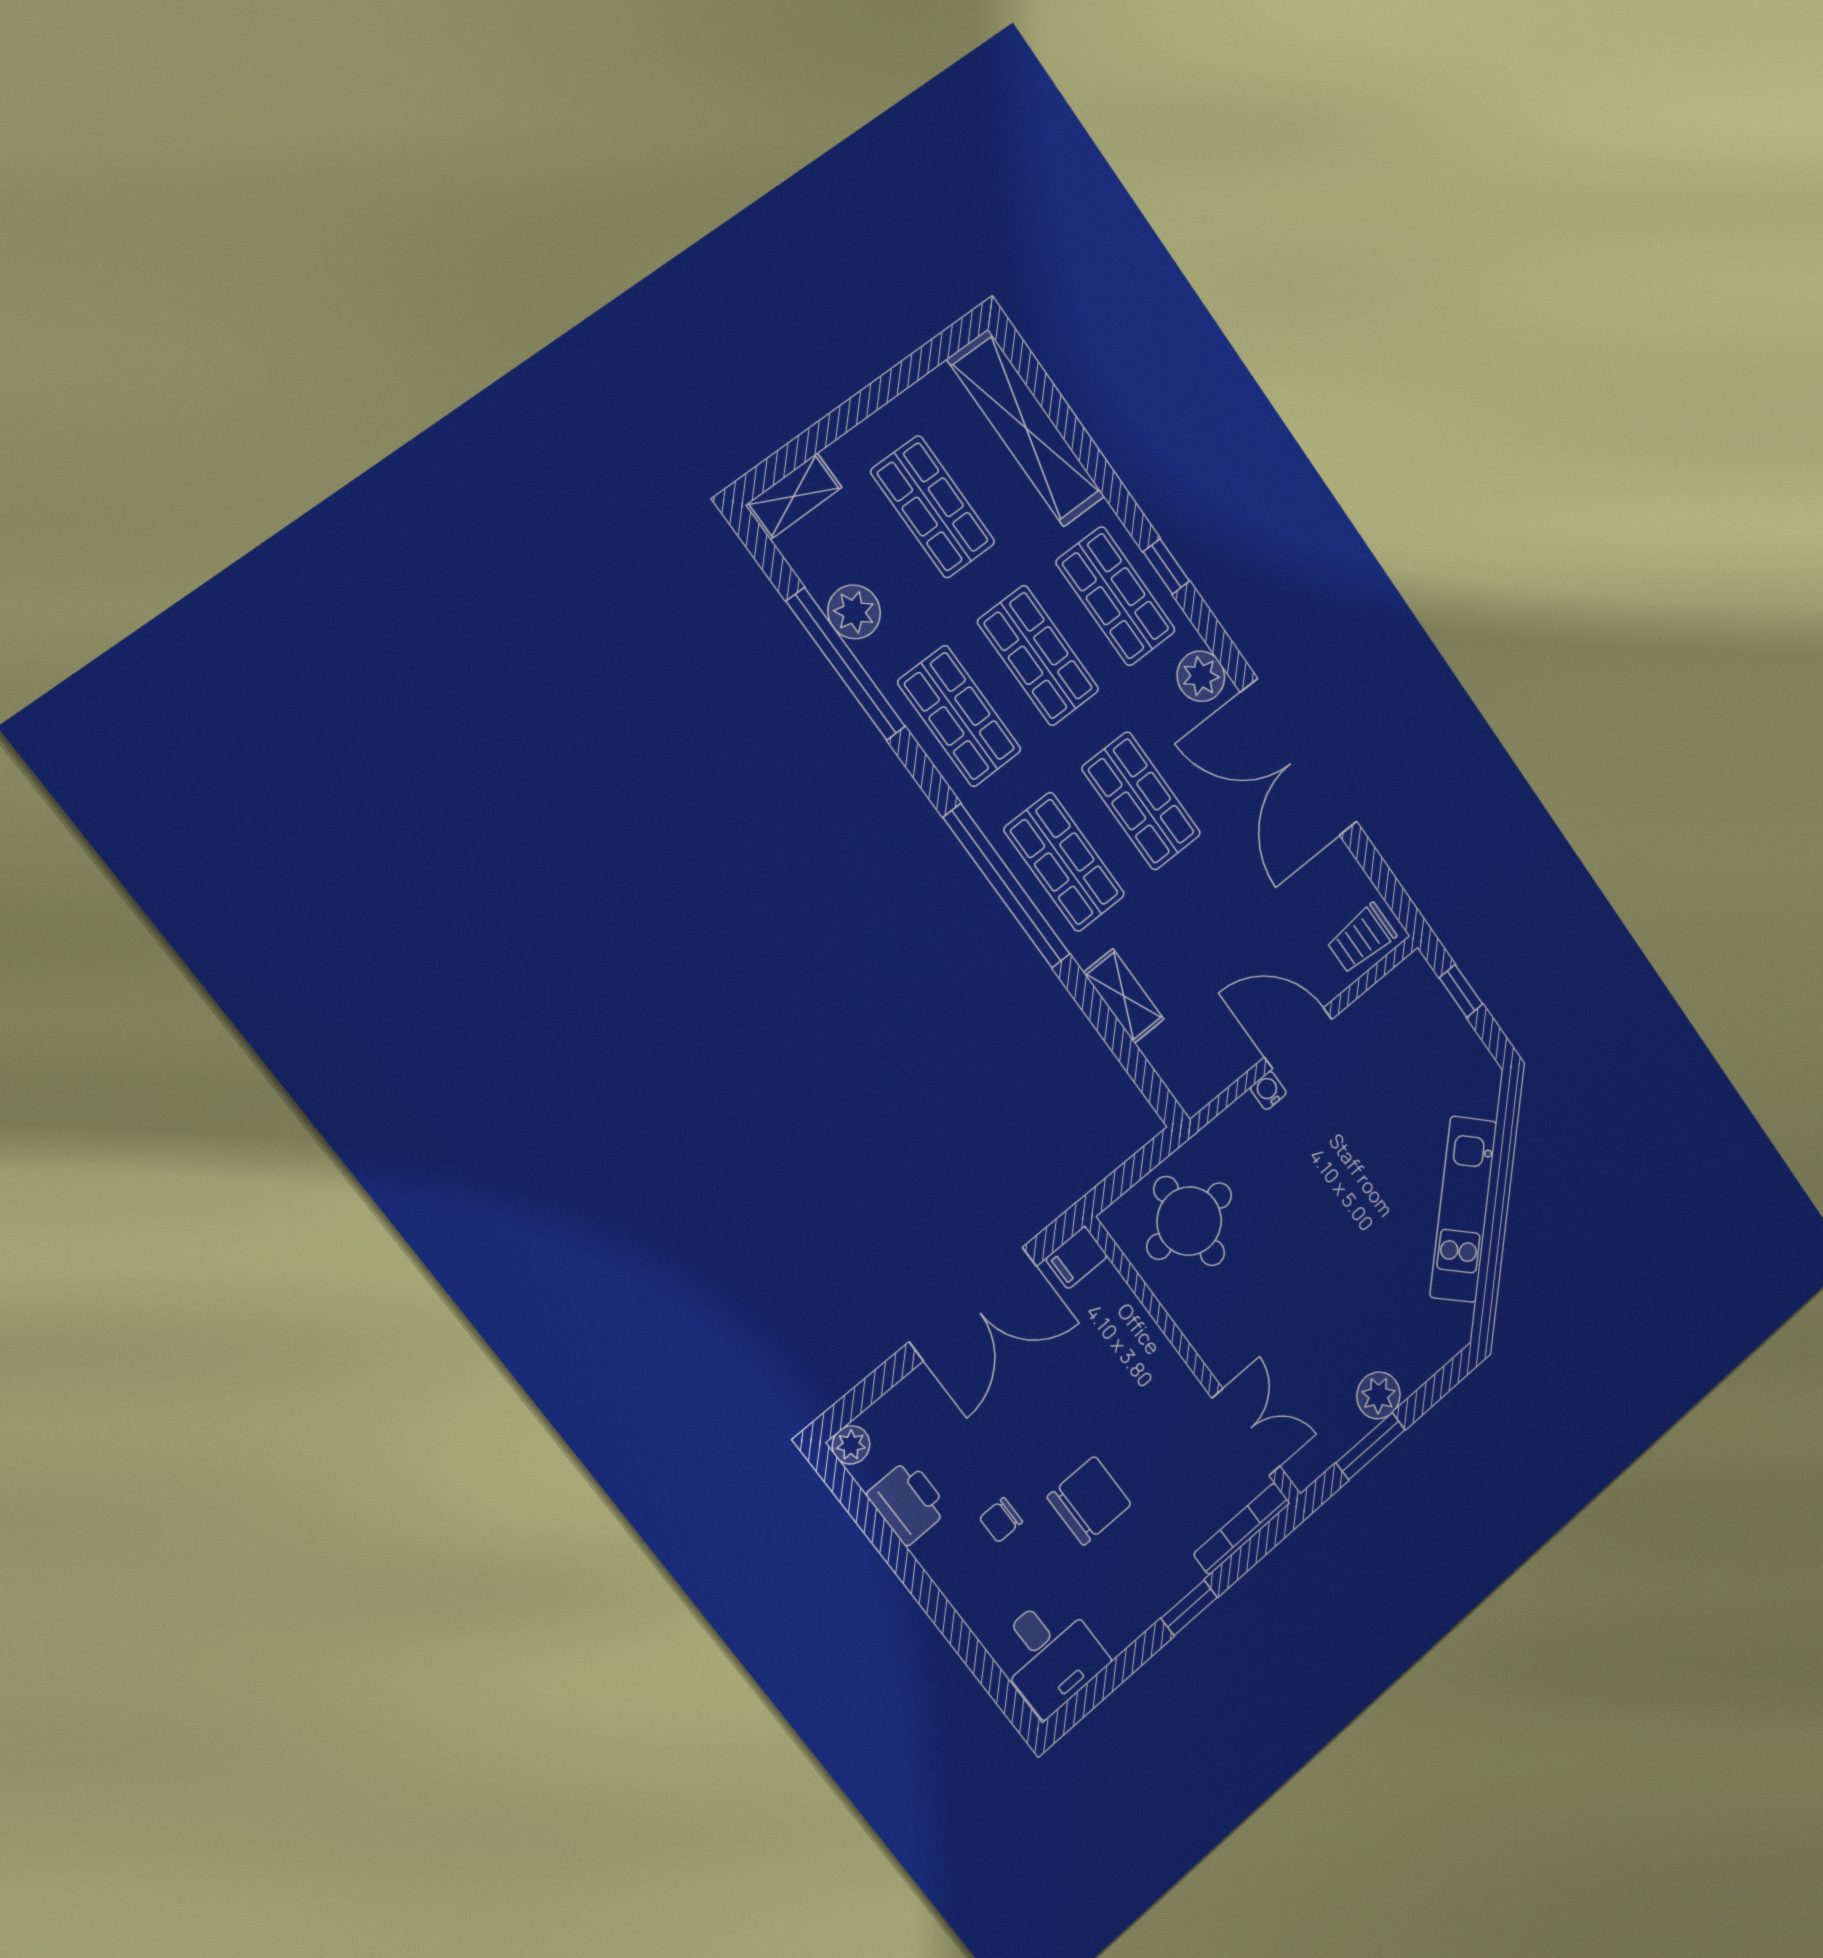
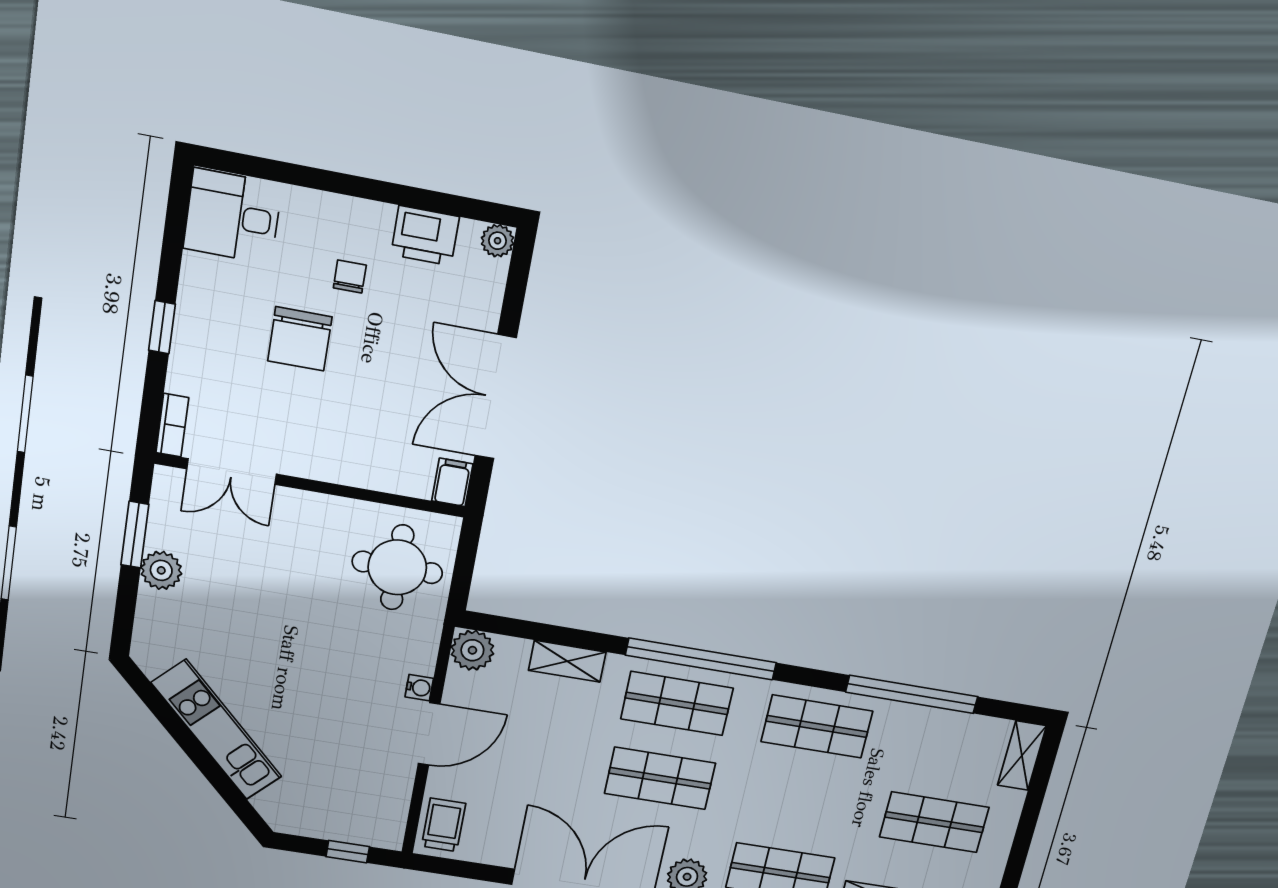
plant: (854, 612) -> (472, 650), moved
shop shelf: (1038, 656) -> (798, 800), removed
bookcase: (1242, 1529) -> (172, 425), width x0.64

